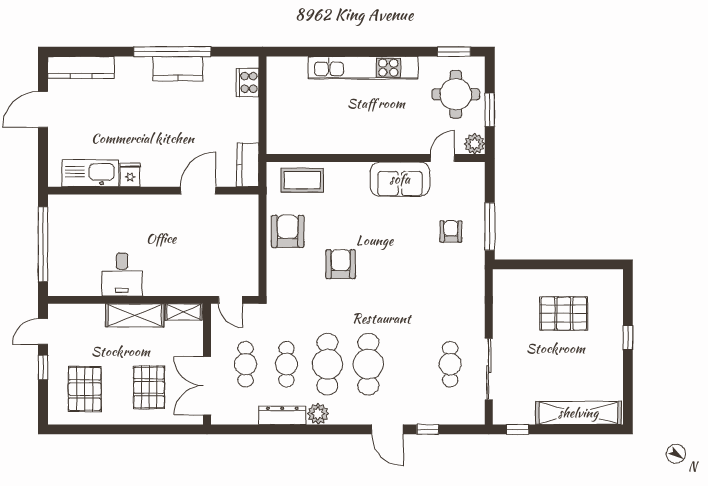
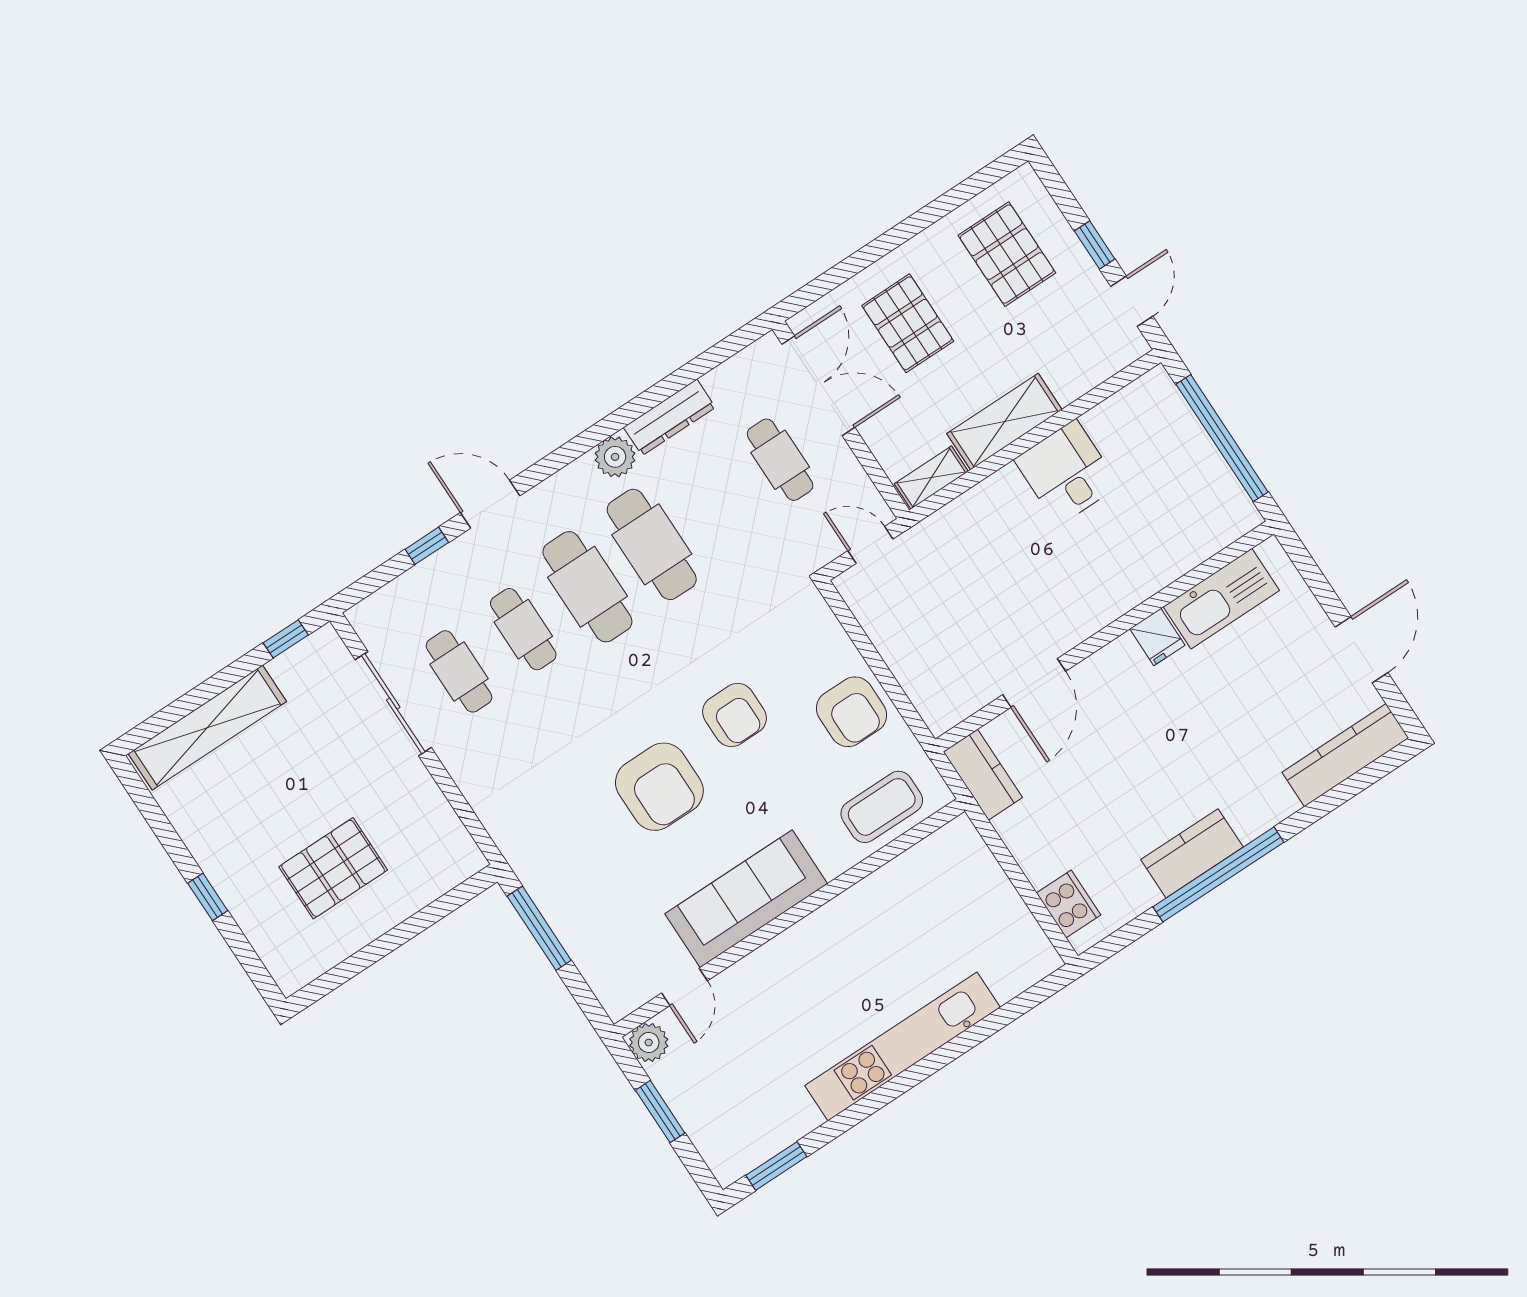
round table: (456, 94) -> (730, 1101), removed
sofa: (400, 179) -> (746, 899), width x1.36
armchair: (451, 231) -> (659, 787), moved, width x1.88, depth x1.88
cafe table: (286, 364) -> (523, 629), moved

